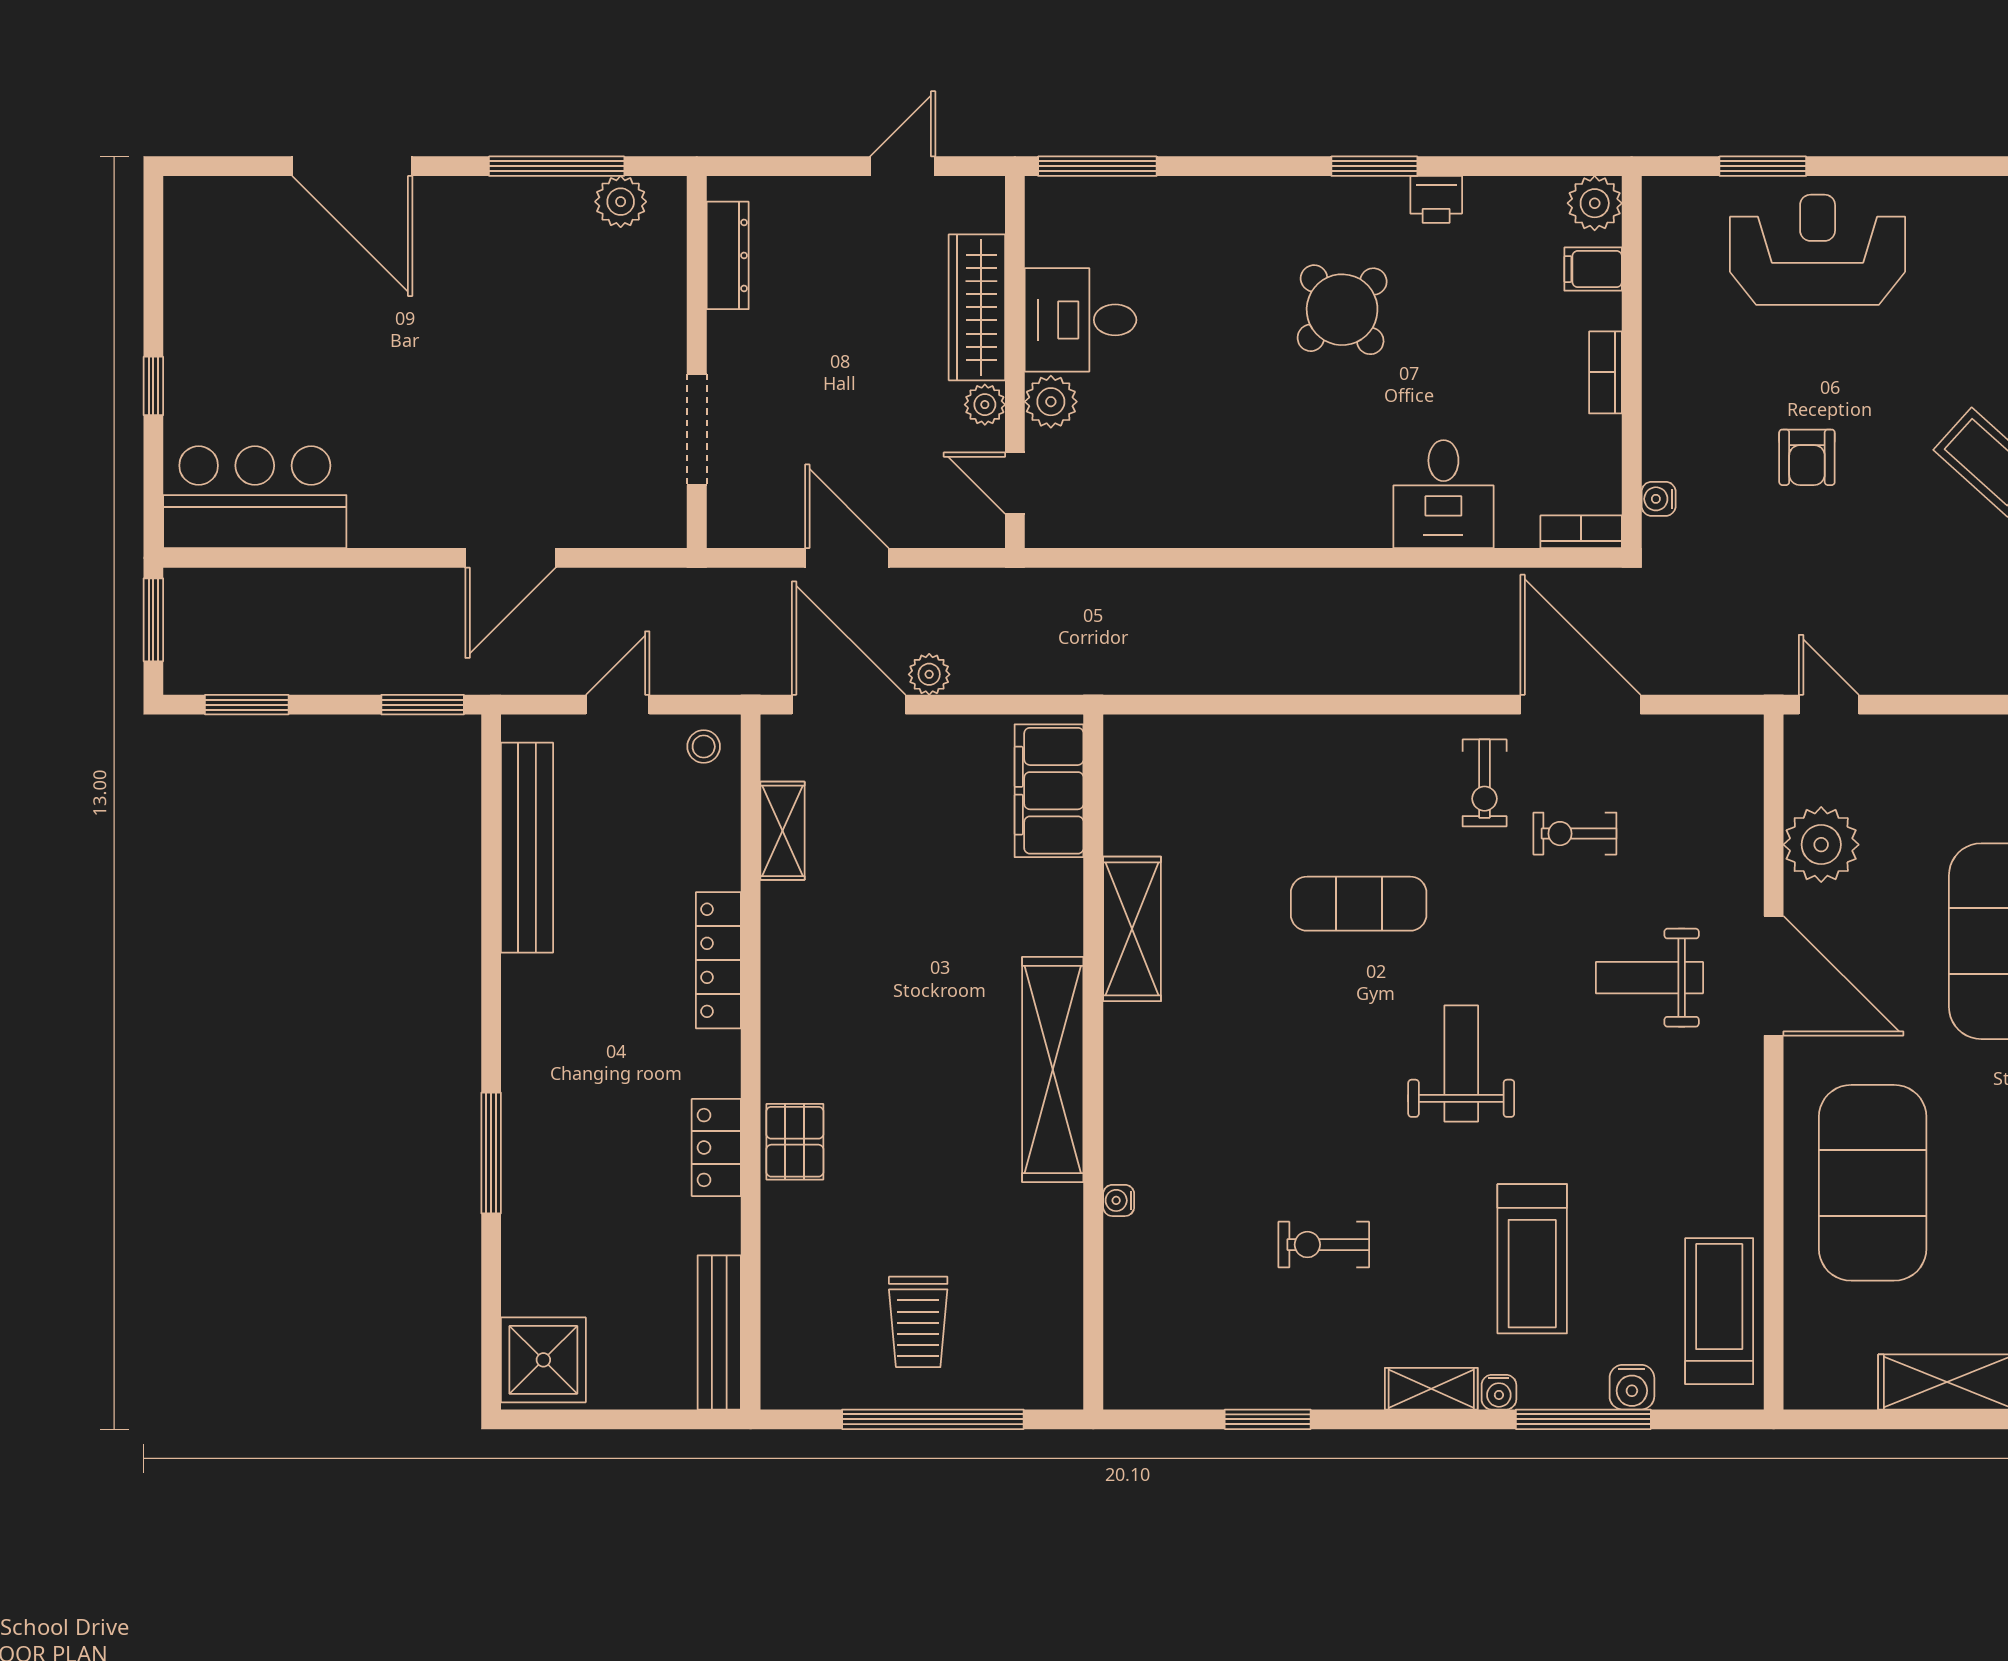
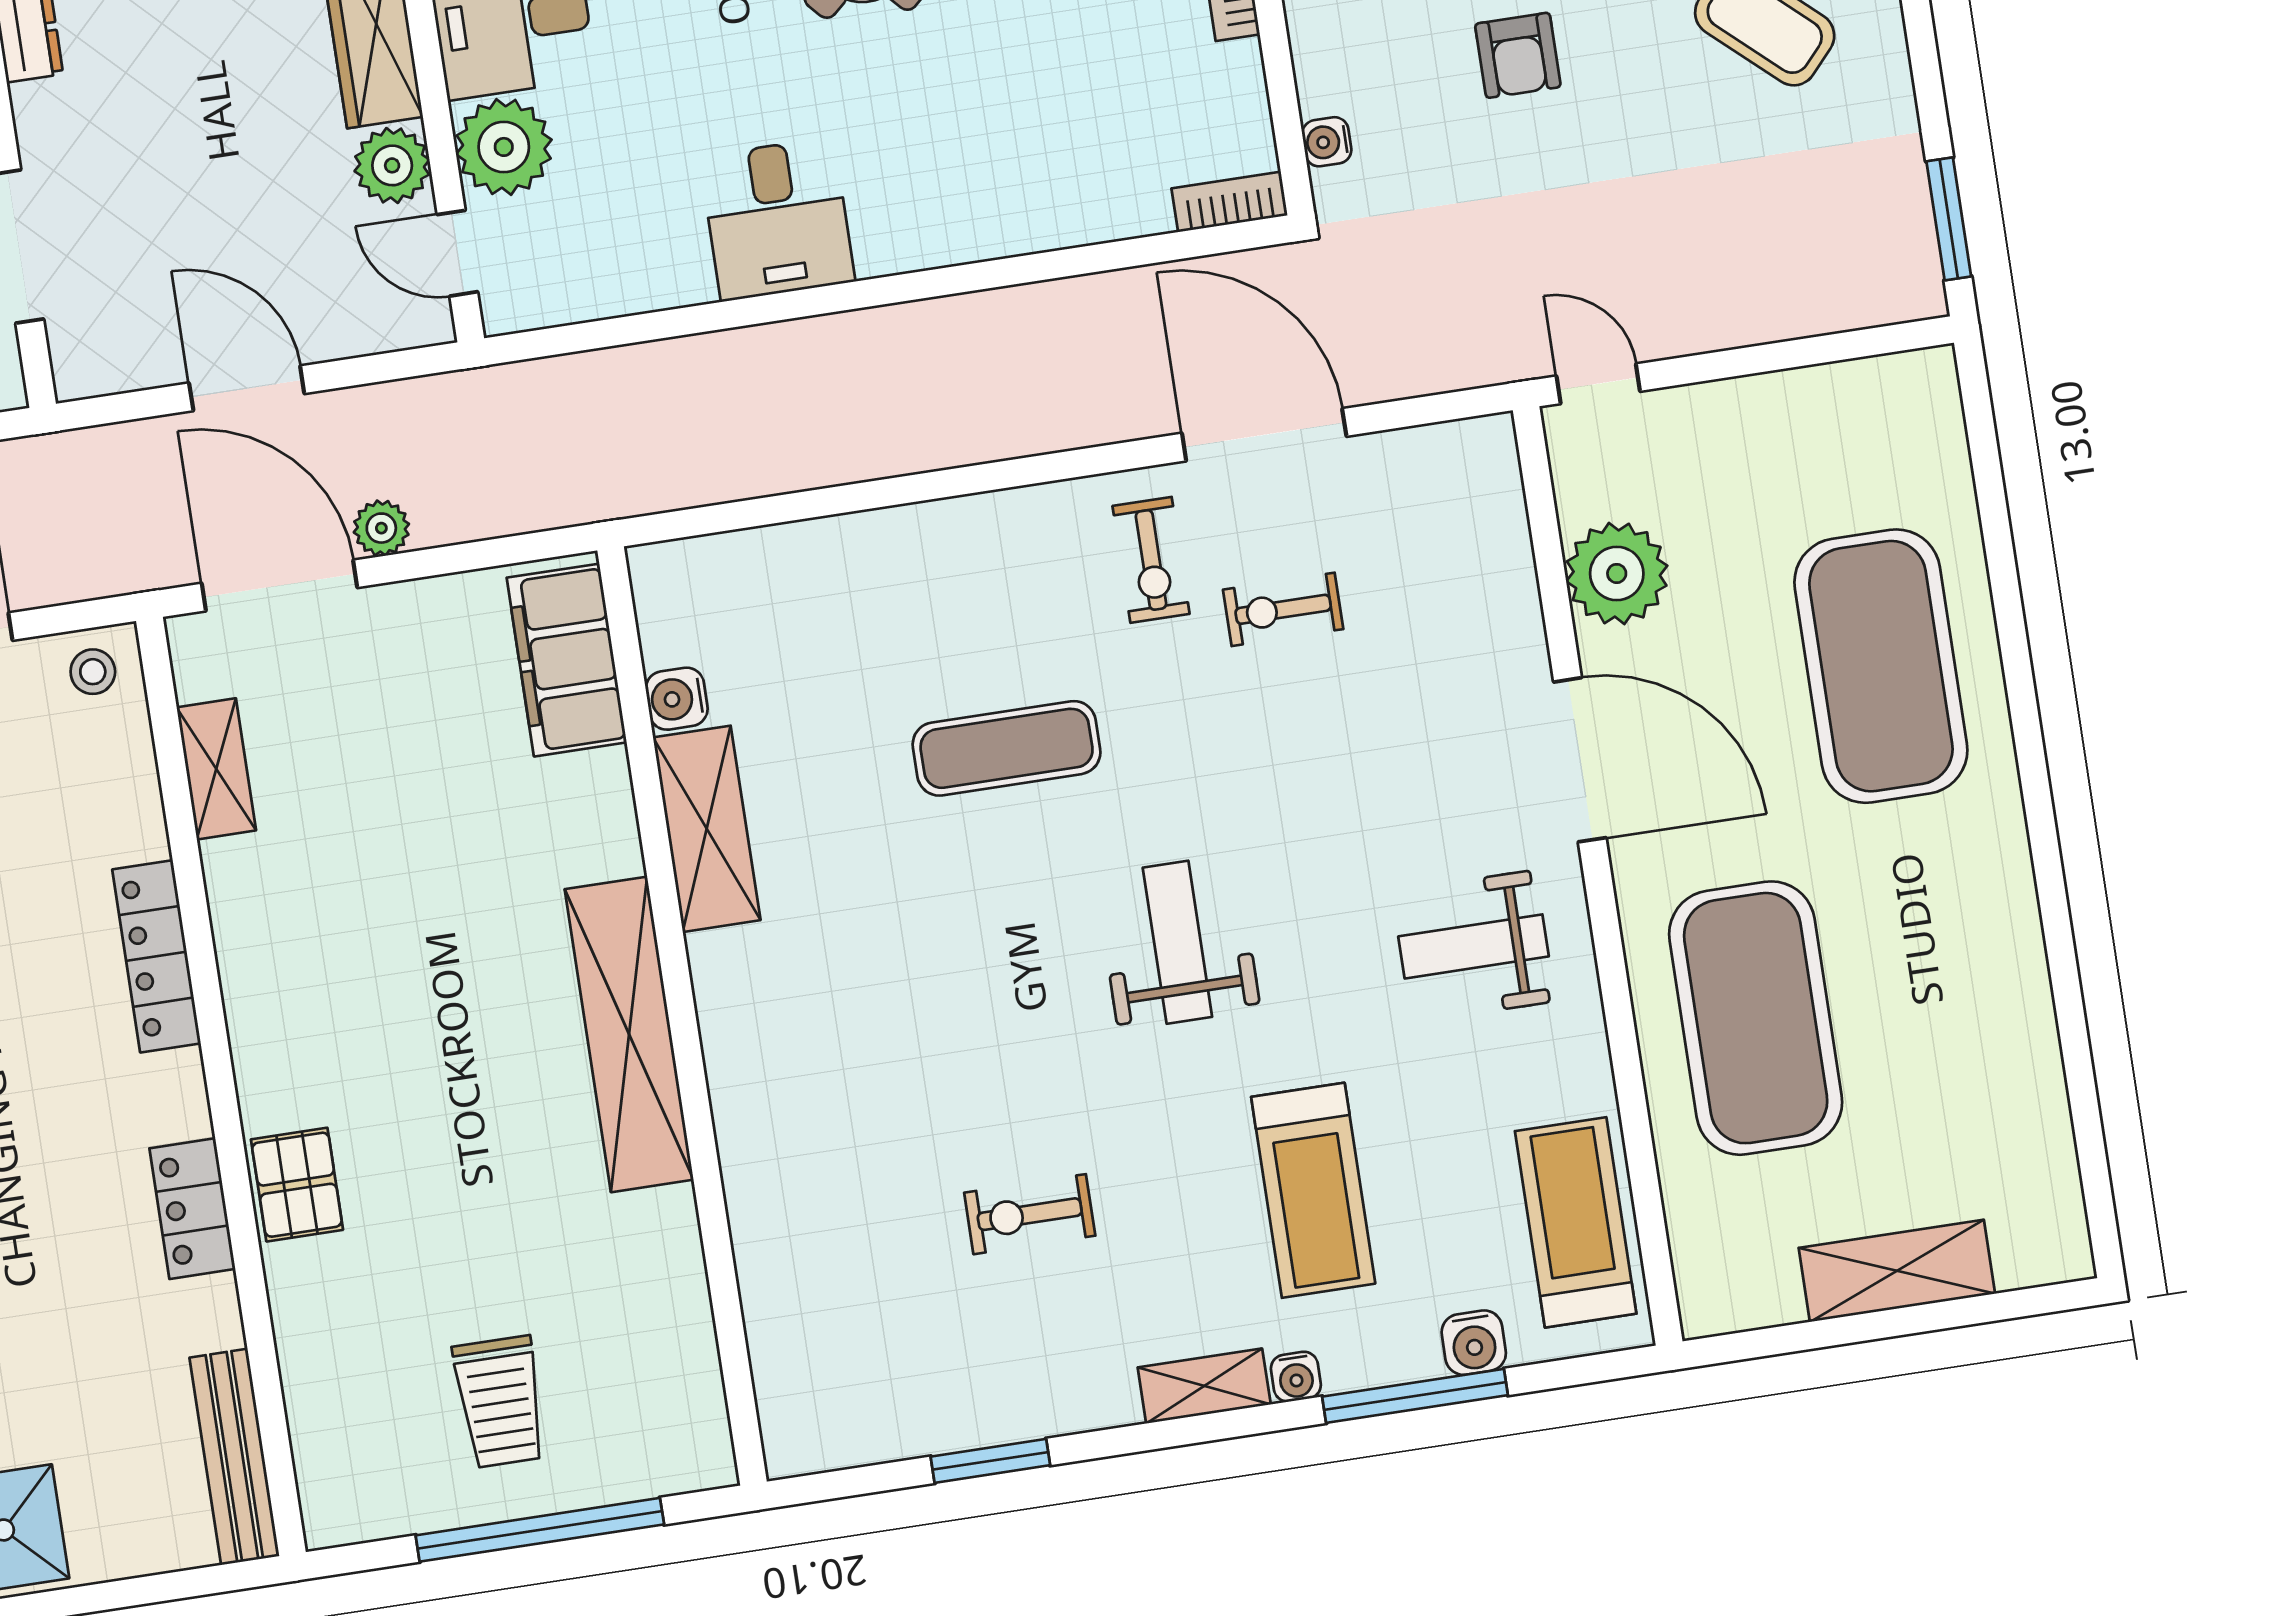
plant: (1051, 402) -> (504, 147), width x1.36, depth x1.36
plant: (985, 405) -> (392, 165), width x1.38, depth x1.38
desk: (1443, 494) -> (777, 219), moved
weight bench: (1649, 978) -> (1473, 946), moved
water cooler: (1119, 1200) -> (677, 699), moved, width x1.38, depth x1.38

